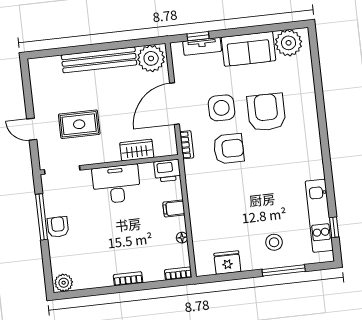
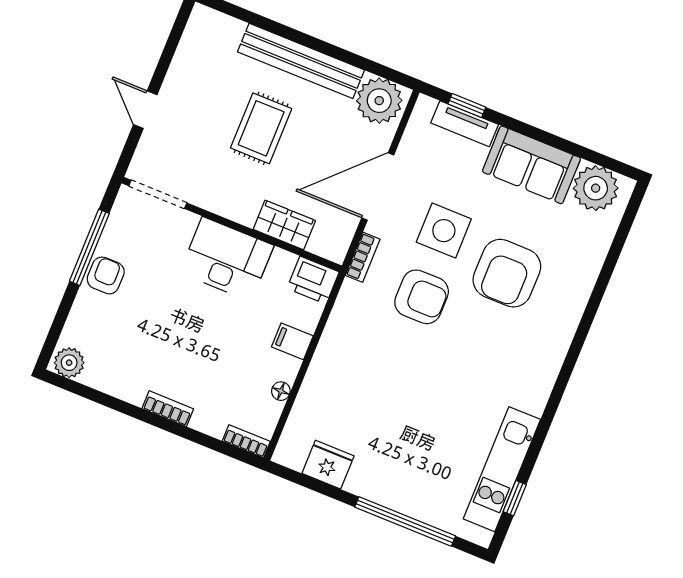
armchair: (266, 112) -> (507, 273), turned 180
rug: (79, 124) -> (261, 128), moved, turned 90
stool: (274, 242) -> (414, 472), removed
window: (284, 270) -> (405, 522), width x1.46

